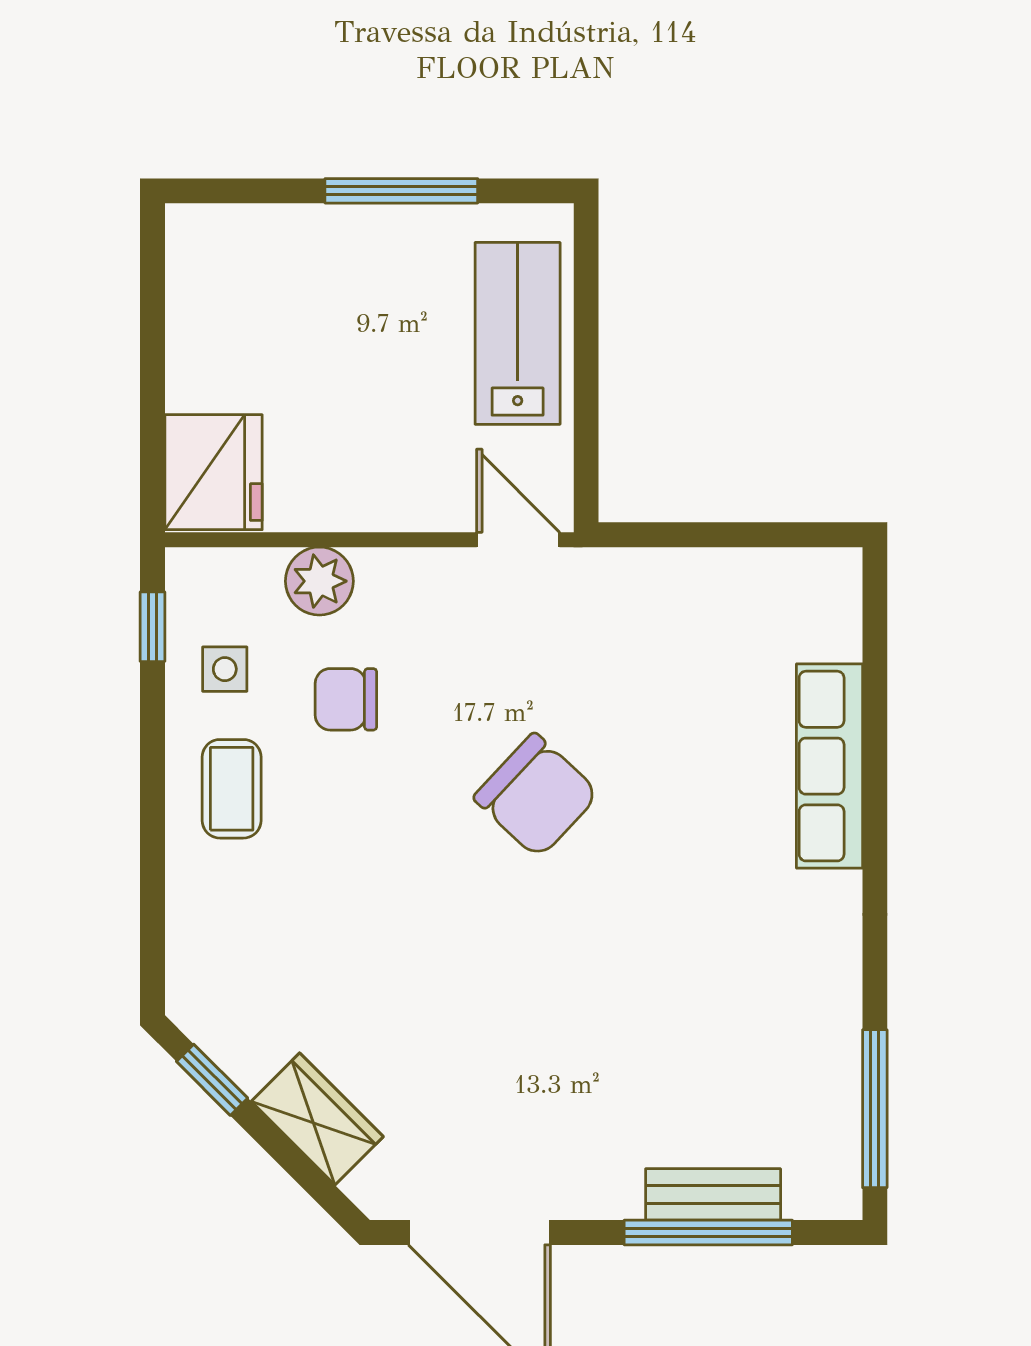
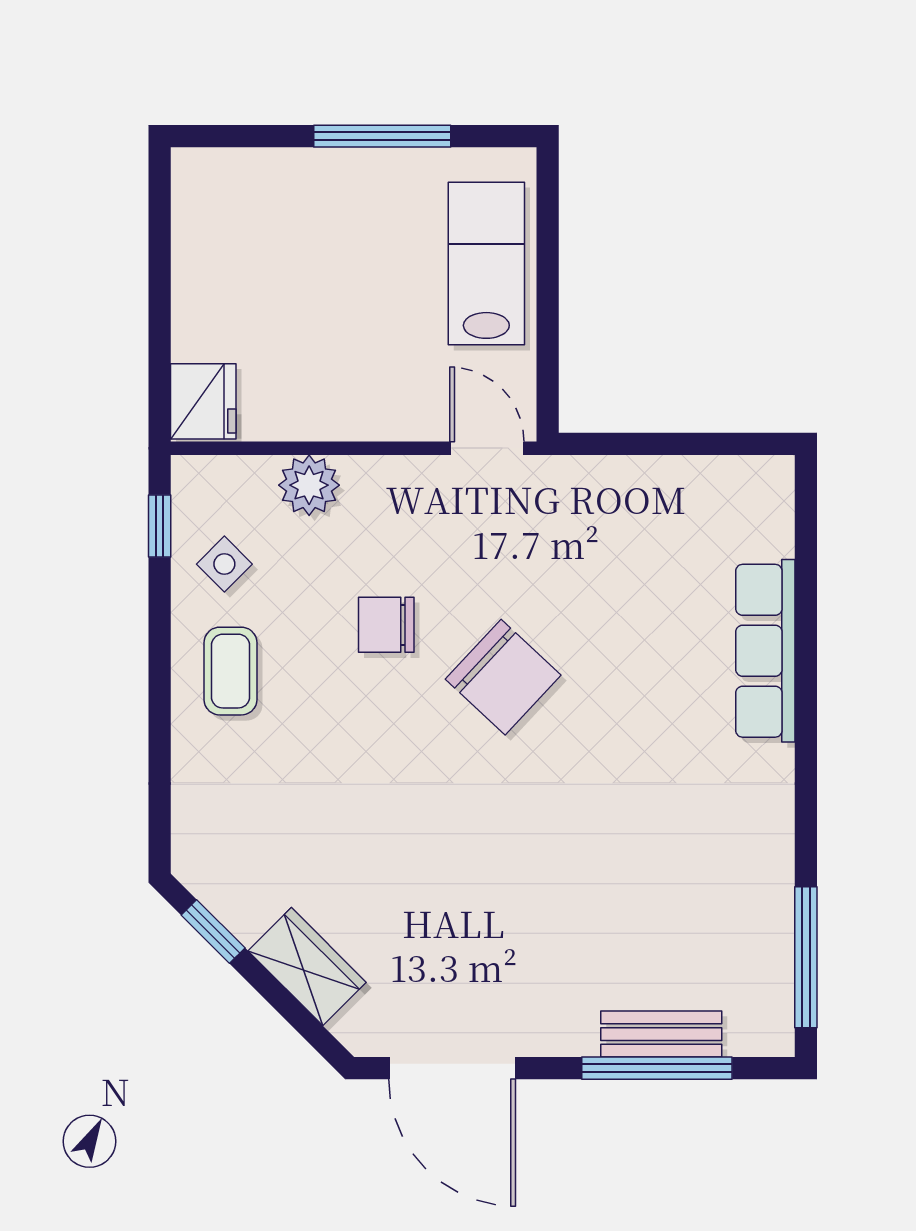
fridge: (213, 472) -> (203, 401), width x0.73, depth x0.75
side table: (225, 669) -> (224, 564), turned 45
chair: (346, 699) -> (386, 625), moved

